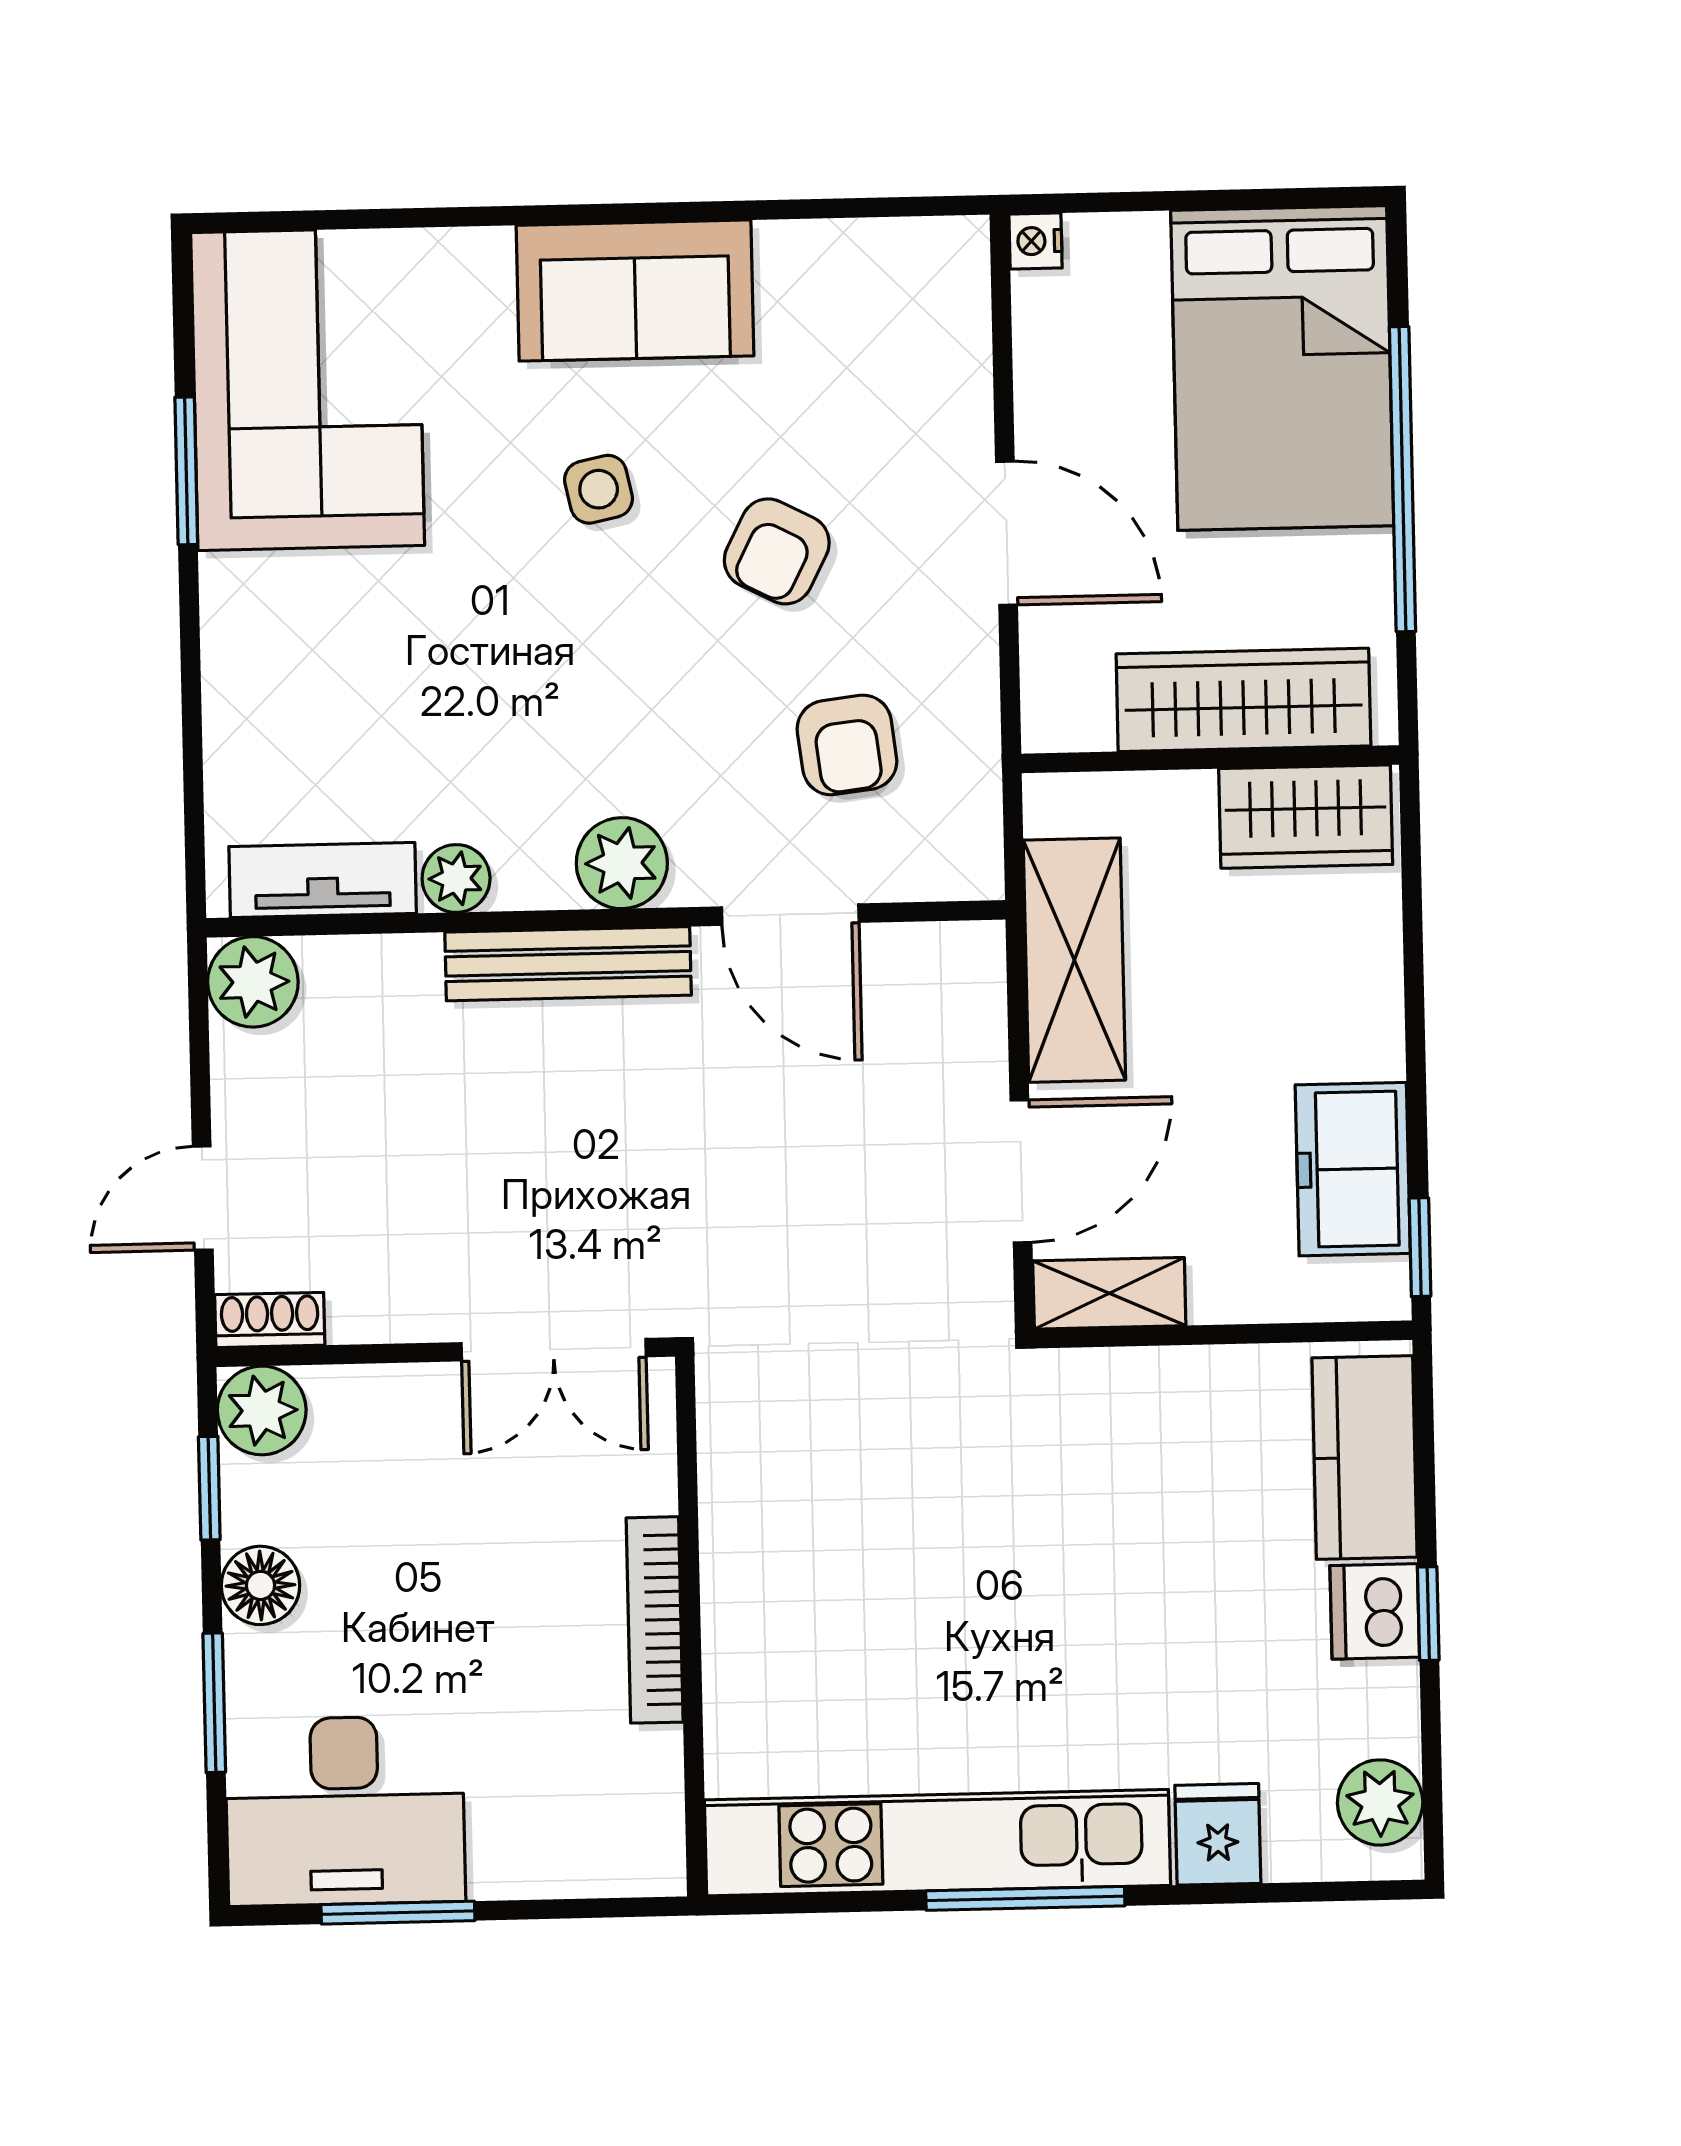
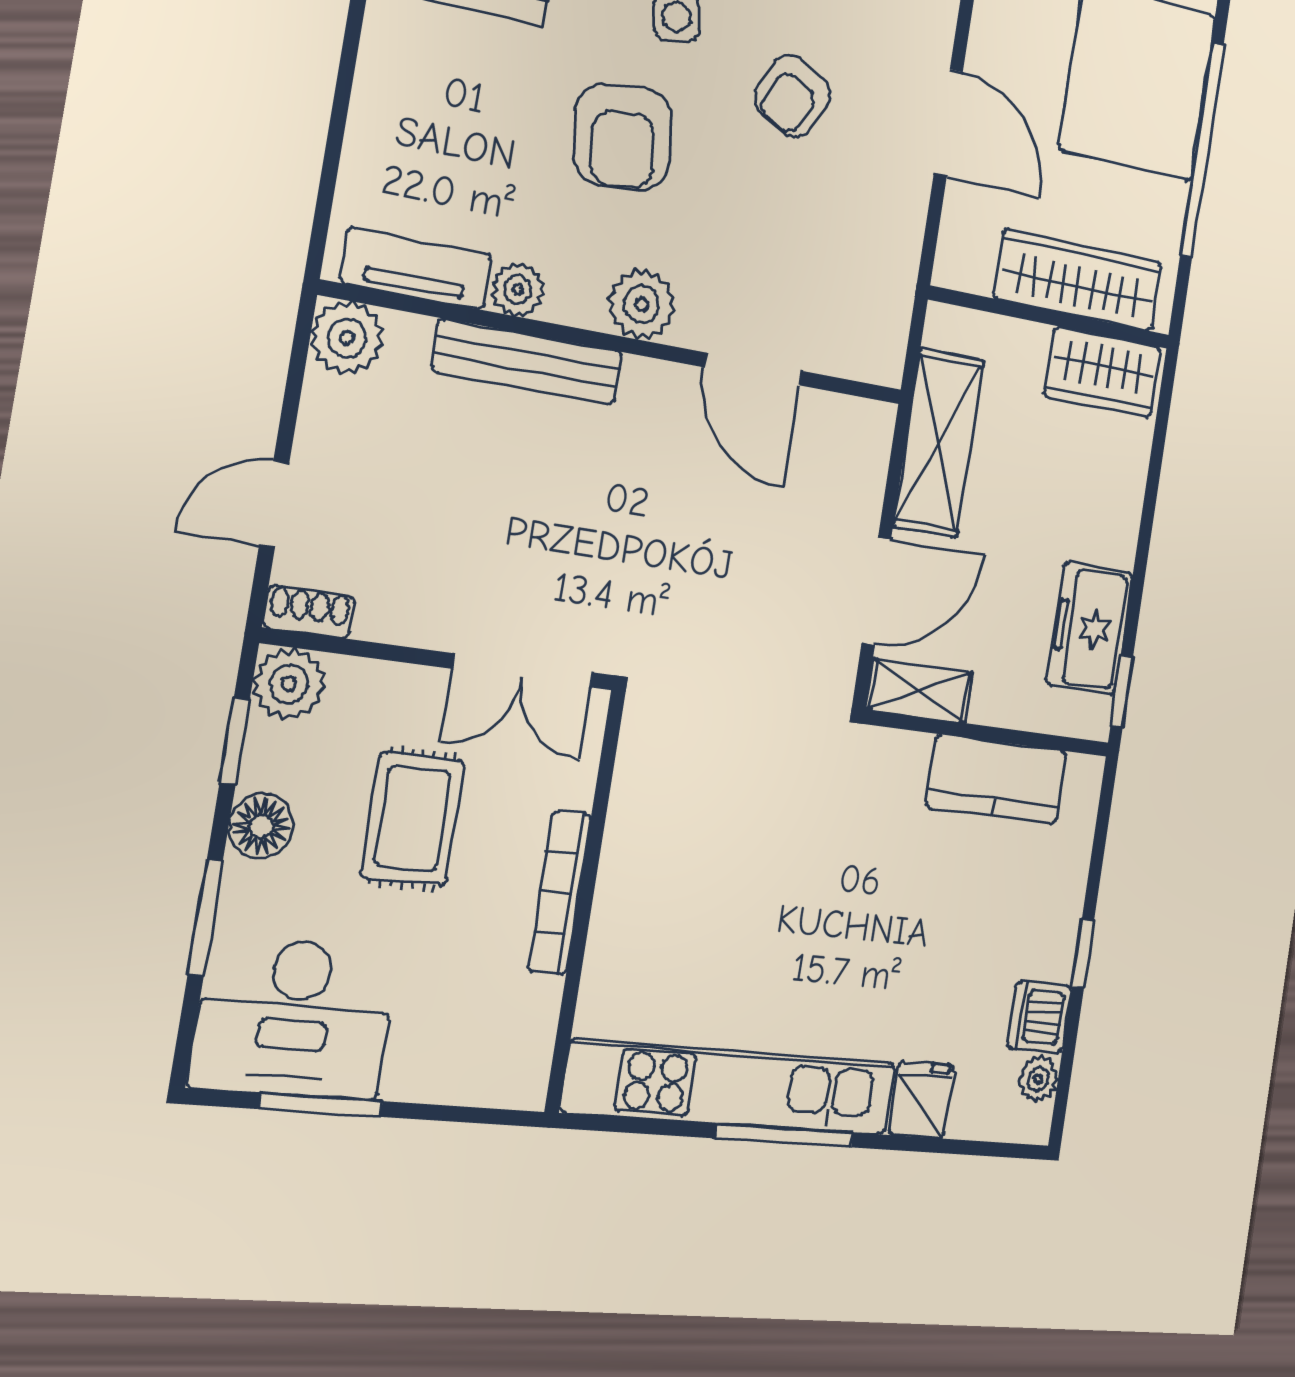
armchair: (847, 745) -> (623, 137), moved, width x1.38, depth x1.38
bench: (568, 964) -> (528, 362), moved
kitchen counter: (1365, 1457) -> (997, 779), moved, turned -90
rug: (447, 1552) -> (413, 819), added
dishwasher: (1375, 1611) -> (1039, 1017), moved
plant: (1380, 1802) -> (1038, 1079), width x0.73, depth x0.73

